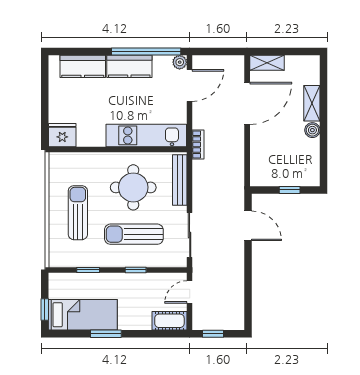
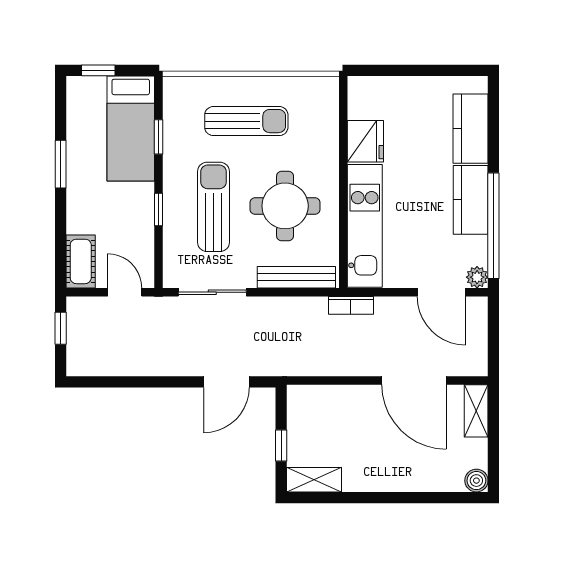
shelving: (312, 103) -> (314, 480), moved
boiler: (312, 130) -> (476, 481), moved
fridge: (62, 135) -> (365, 141), moved
bed: (83, 315) -> (131, 129), moved

